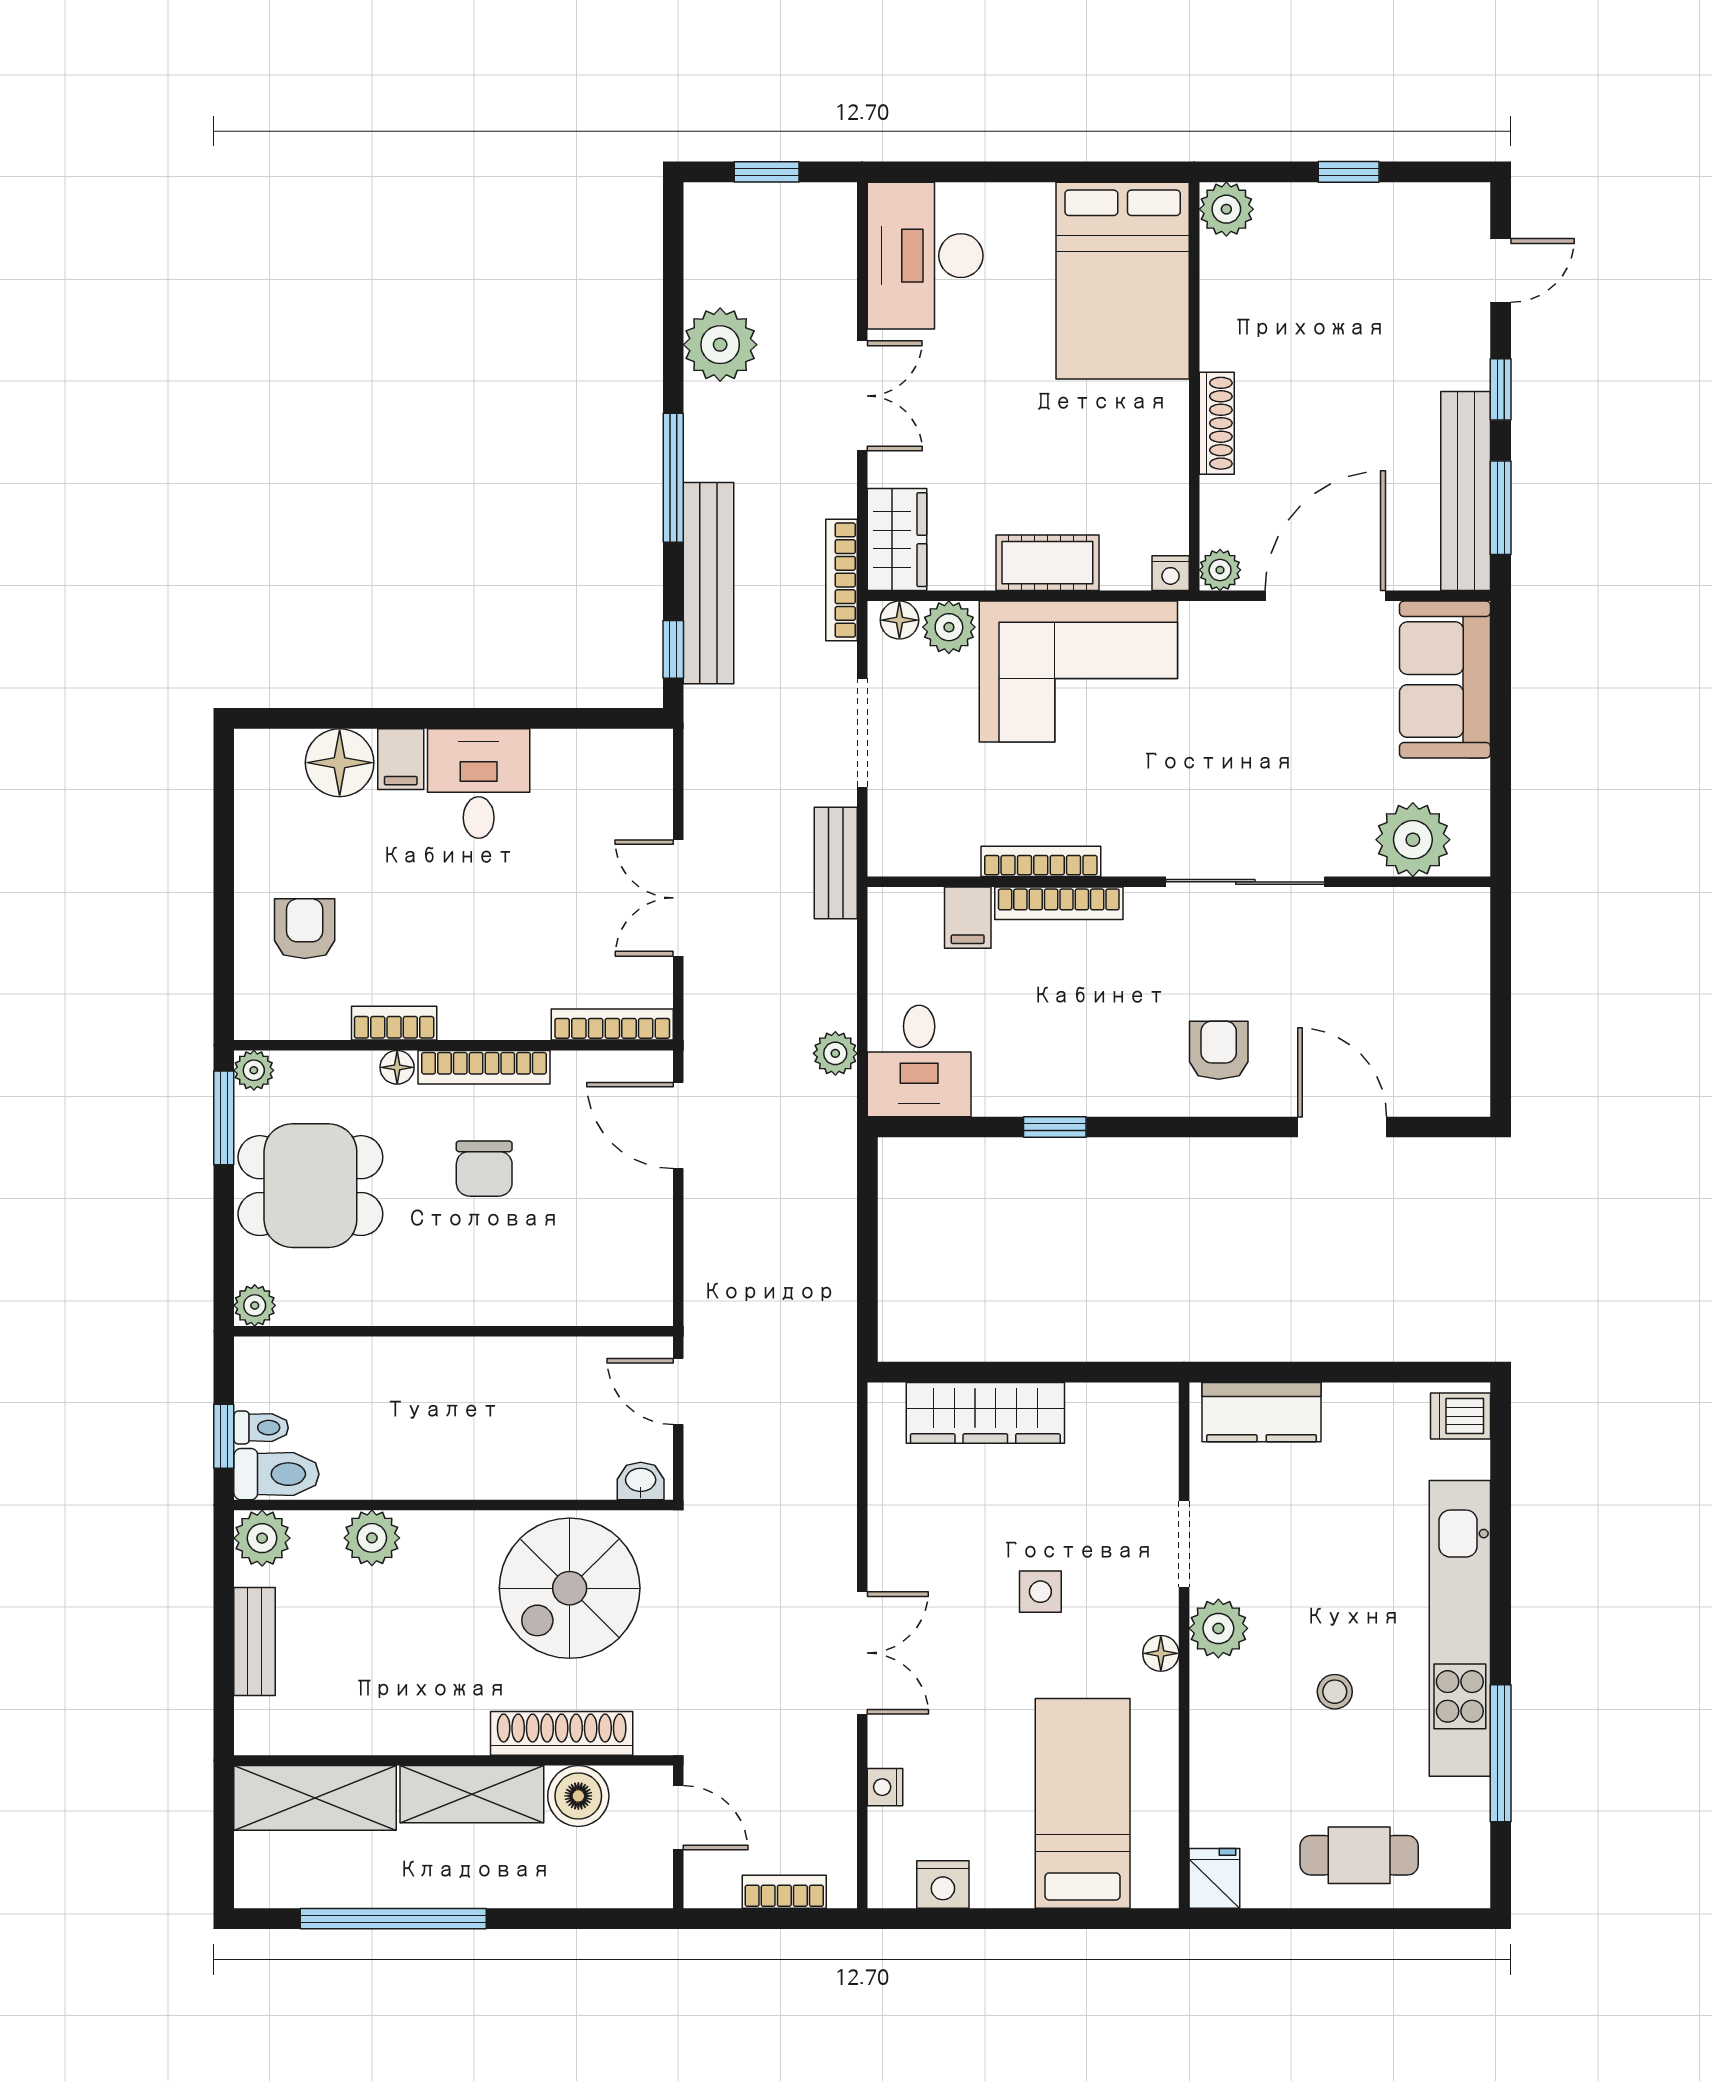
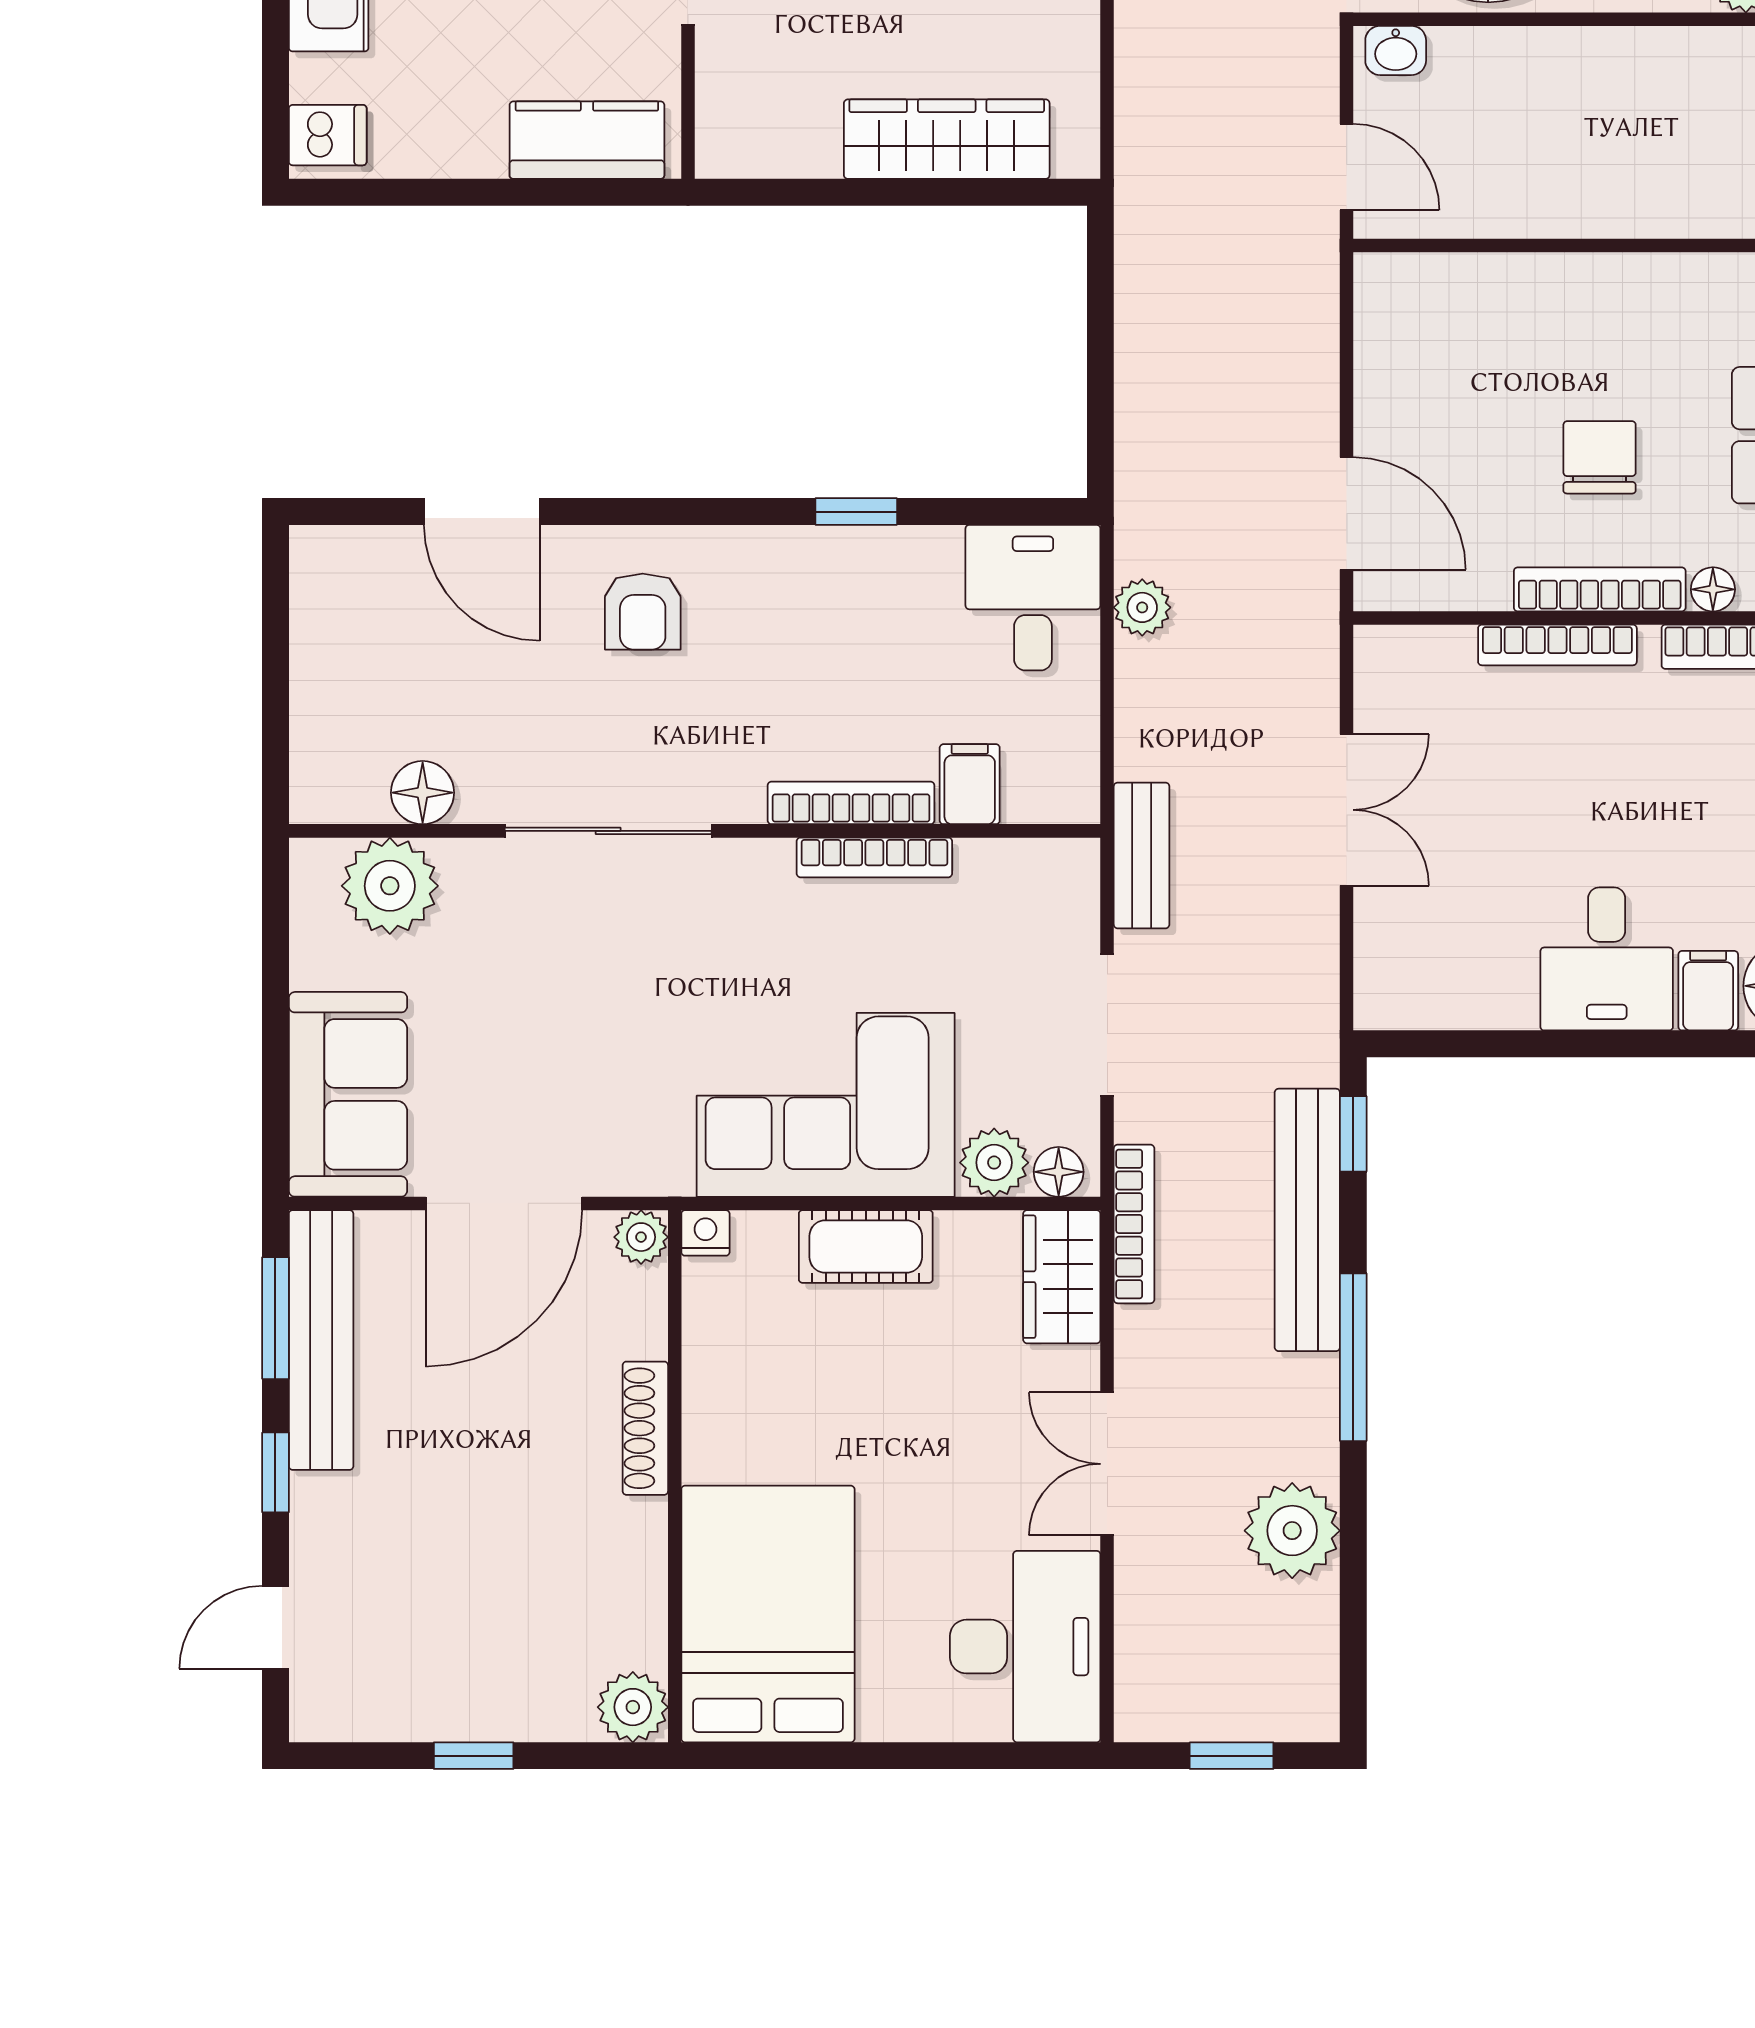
floor lamp: (1388, 911) -> (423, 793), added
bookcase: (612, 1025) -> (1557, 645), moved

